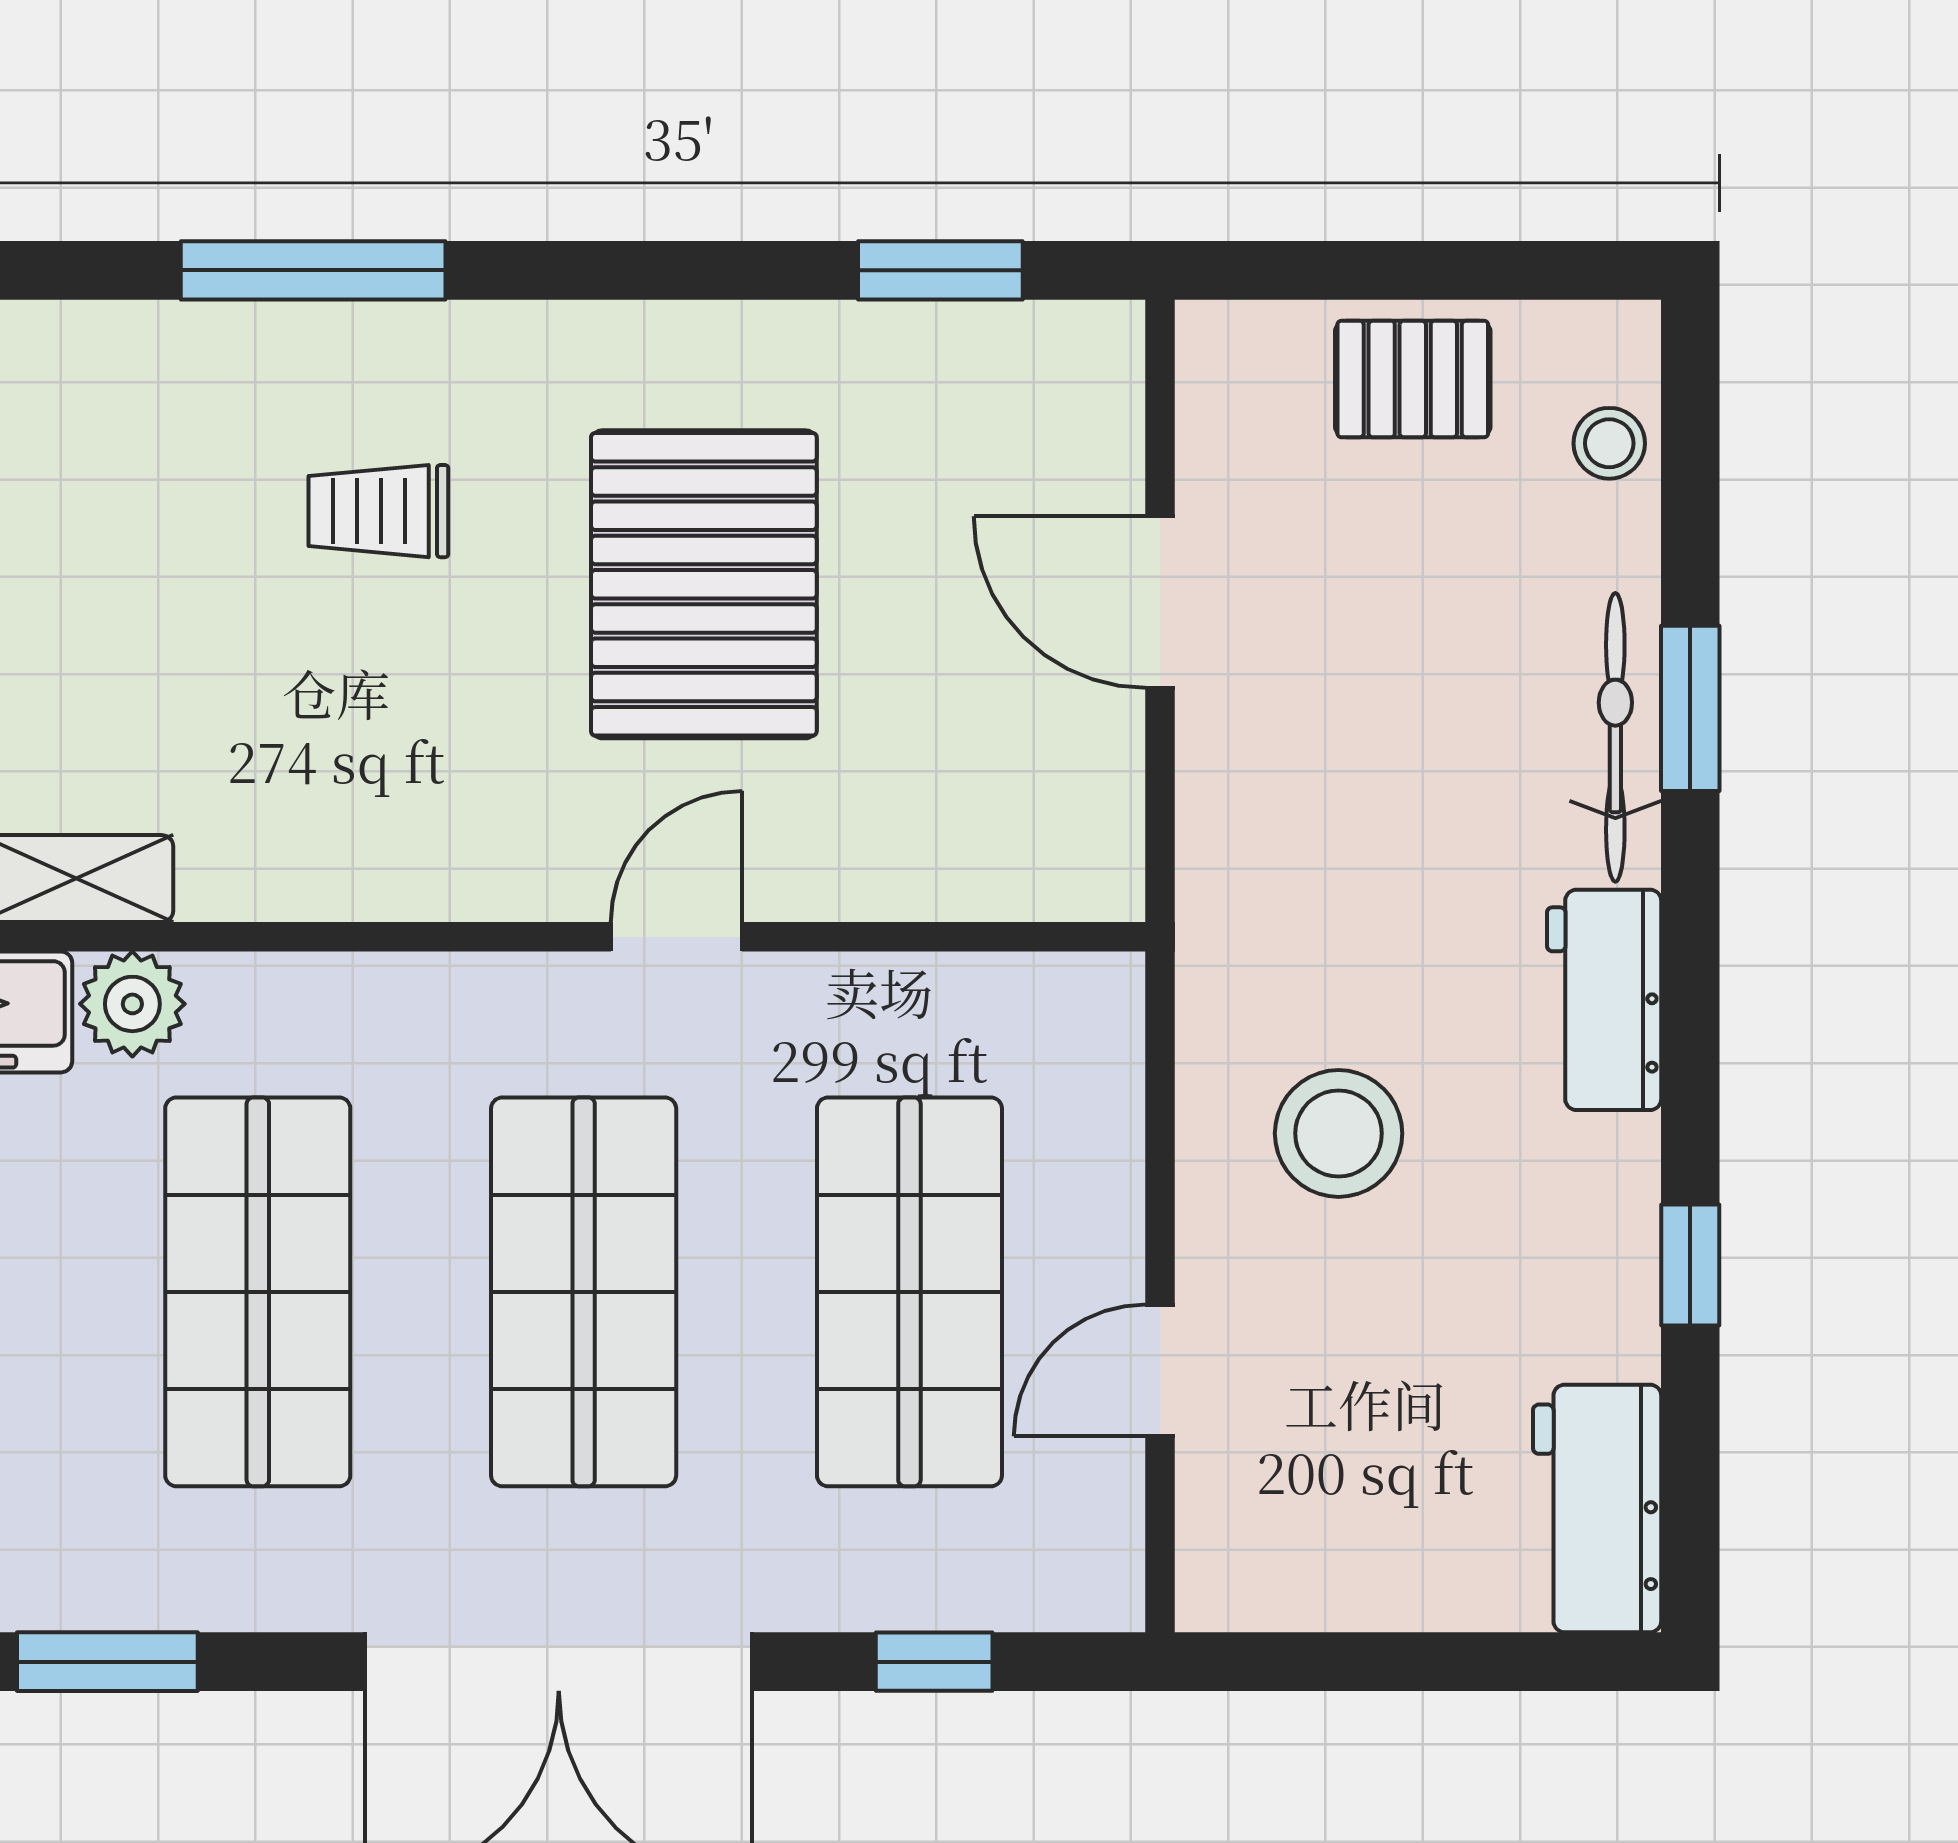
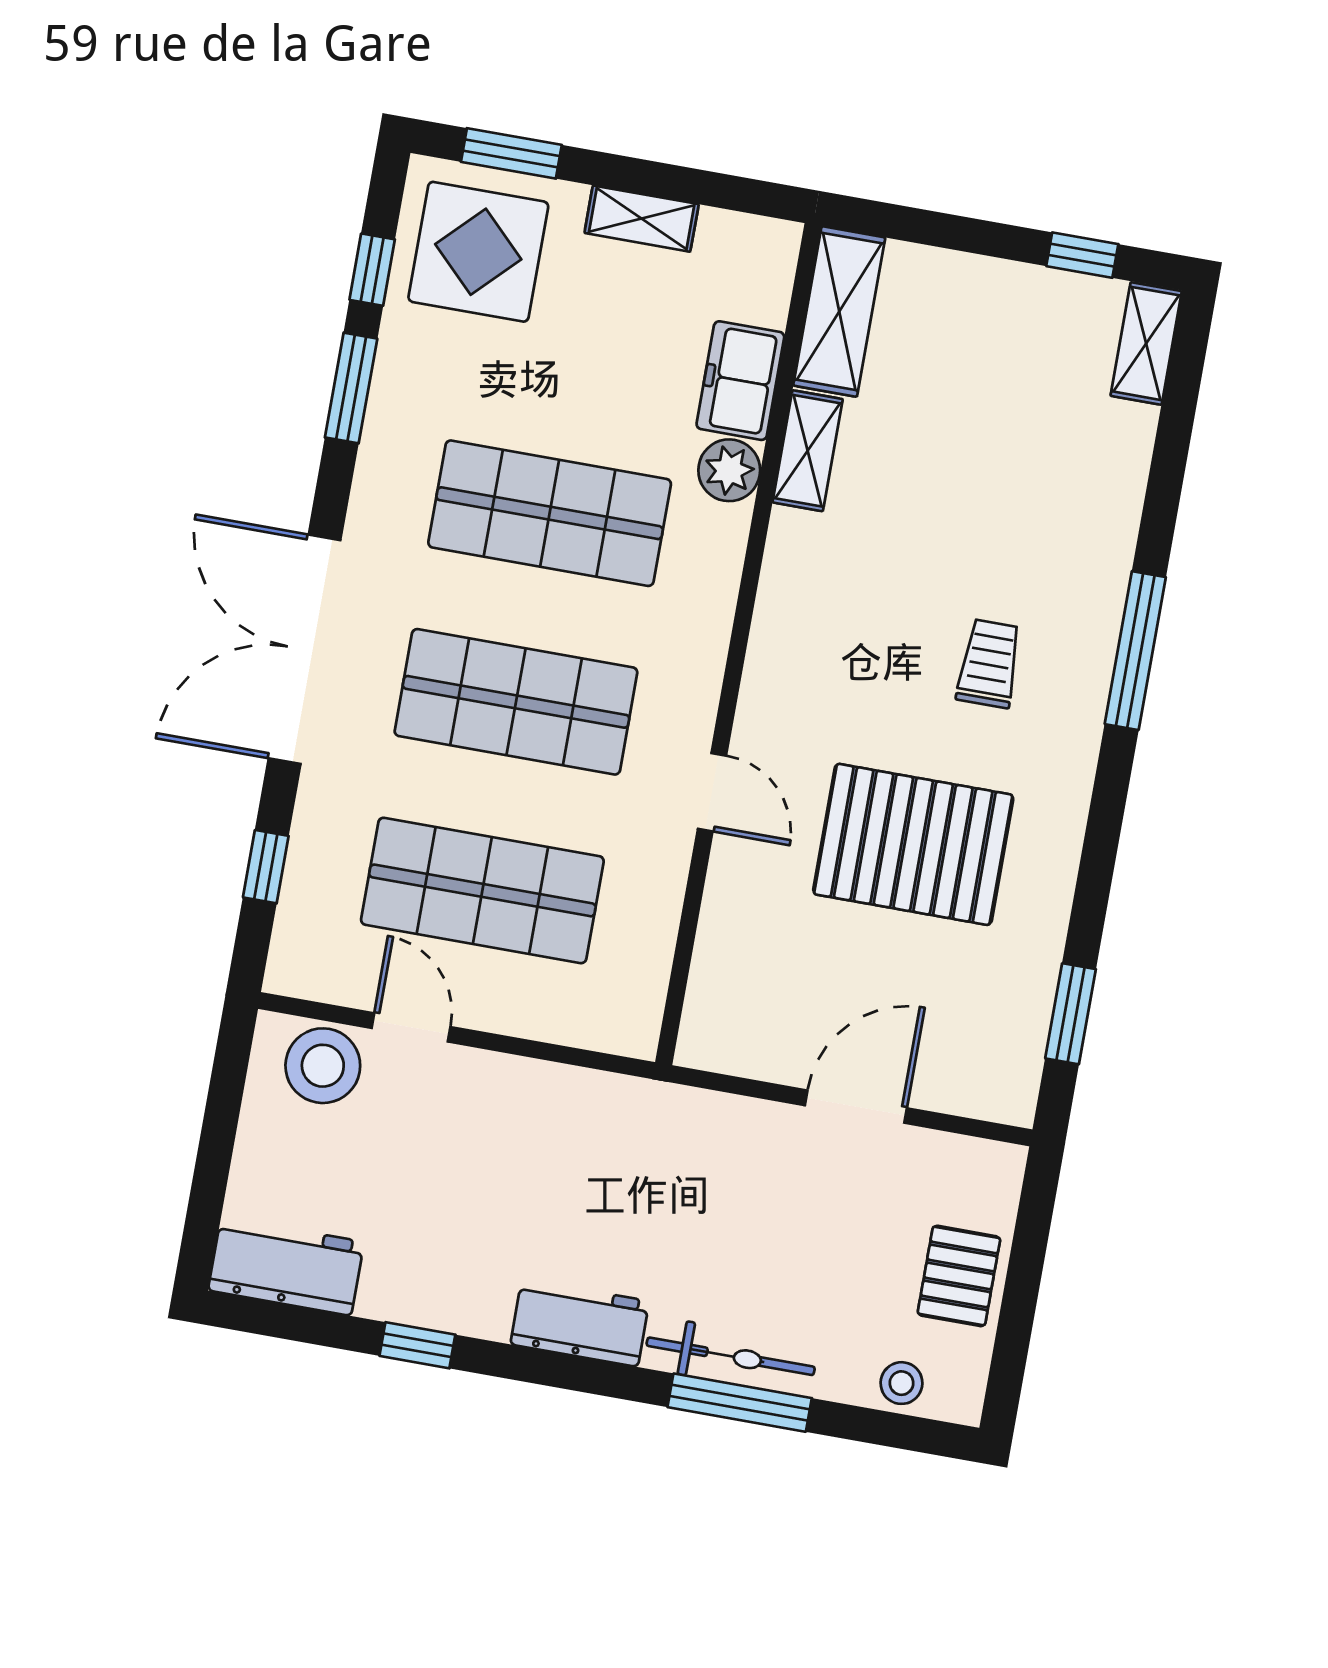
window: (1690, 708) -> (740, 1403), width x1.44
stool: (1339, 1133) -> (323, 1066), moved

